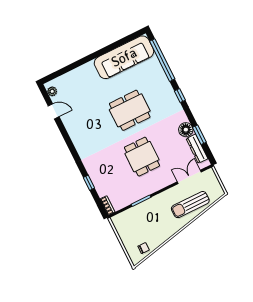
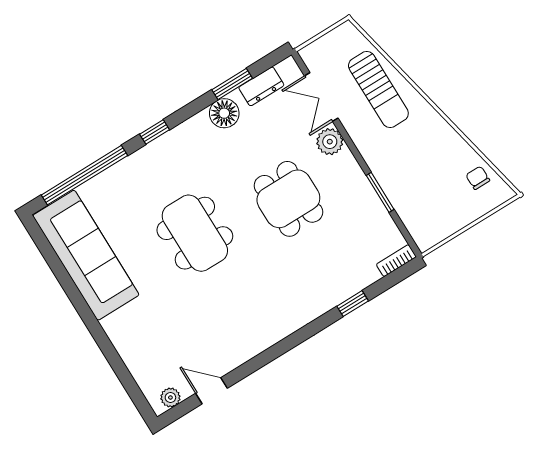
door: (54, 111) -> (211, 391), hinge flipped
dresser: (197, 149) -> (261, 86), width x0.70
dining table: (142, 157) -> (288, 199), turned 90
plant: (167, 179) -> (330, 142), added

